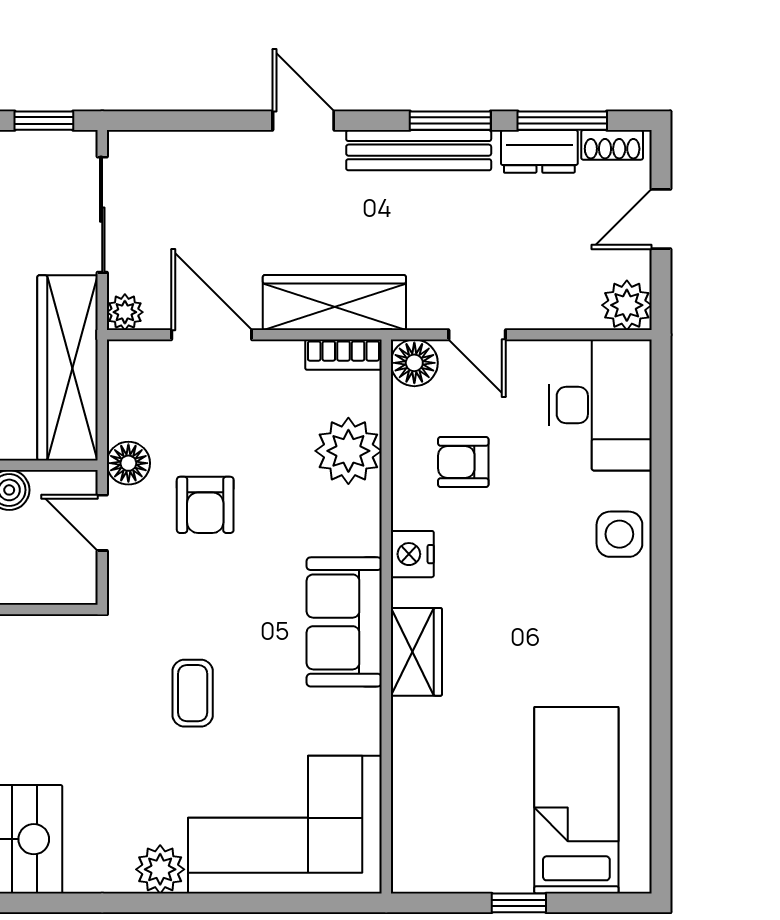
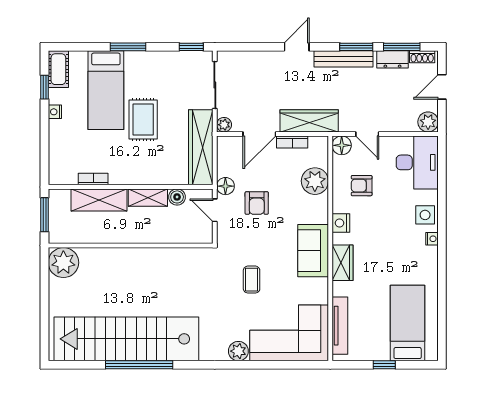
door: (303, 121) -> (297, 47), hinge flipped
door: (212, 335) -> (259, 134), swing flipped
bookcase: (343, 355) -> (292, 142), moved
nightstand: (637, 593) -> (432, 239), added
tv unit: (410, 806) -> (340, 326), added

